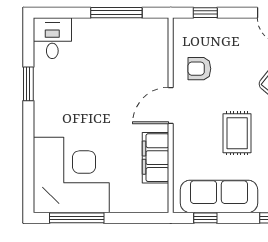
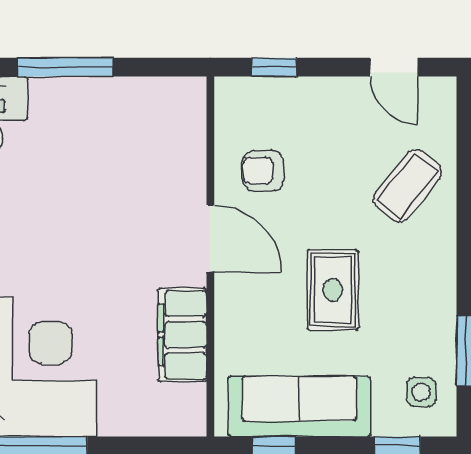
window: (116, 13) -> (65, 67), moved
door: (171, 105) -> (210, 239), swing flipped

